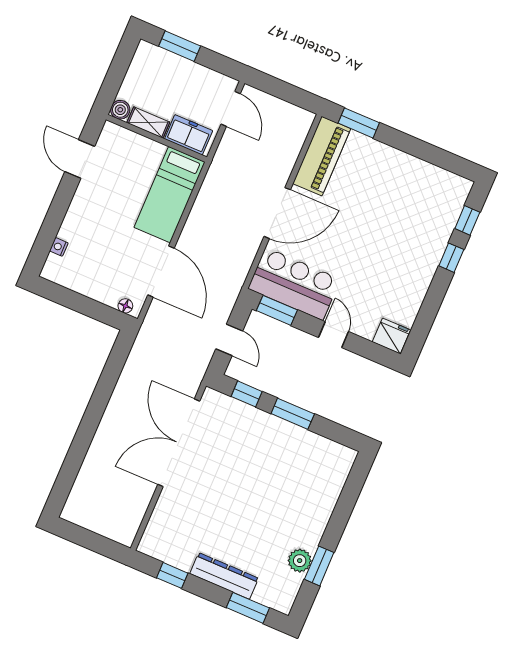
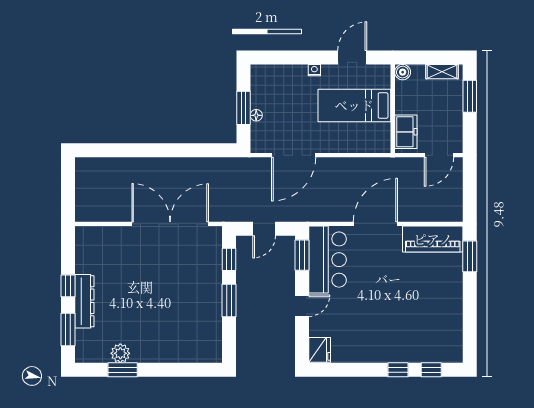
shelving: (148, 122) -> (442, 72), moved, turned 90
bed: (169, 195) -> (354, 105), moved
door: (277, 213) -> (375, 224), swing flipped
nightstand: (59, 247) -> (314, 70), moved
window: (84, 305) -> (243, 108), added
floor lamp: (125, 306) -> (256, 115), moved
window: (172, 575) -> (68, 286), moved

